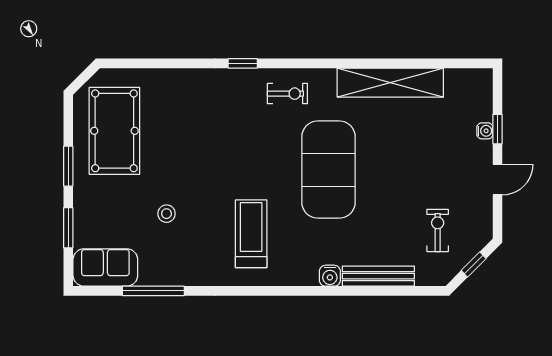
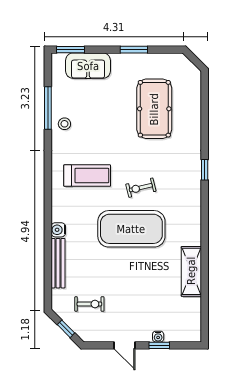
shelving: (390, 83) -> (191, 271), width x0.68
exercise bike: (287, 94) -> (141, 188), moved, turned 77
pool table: (114, 131) -> (154, 109), moved, turned 90
stool: (167, 214) -> (64, 124), moved
window: (68, 228) -> (71, 50), moved
sofa: (105, 267) -> (88, 66), moved, turned 90

